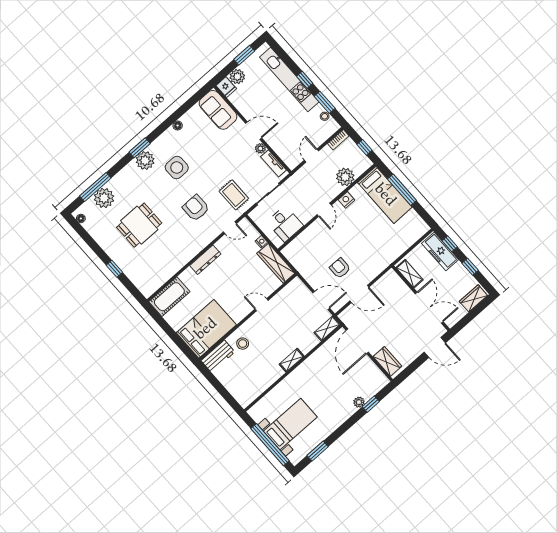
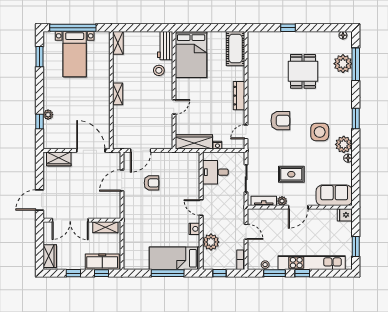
plant: (237, 77) -> (345, 229), removed
plant: (145, 161) -> (344, 144), moved
rug: (234, 195) -> (291, 174), moved
shelving: (327, 328) -> (118, 43), moved

